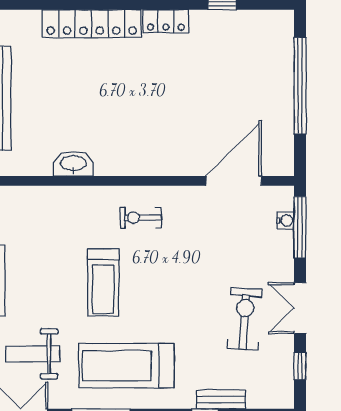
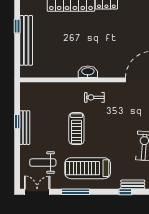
washbasin: (73, 164) -> (88, 72), moved

